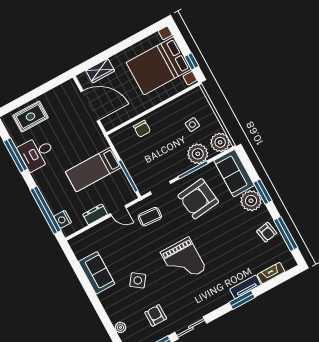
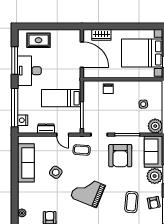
desk: (37, 153) -> (29, 71), width x1.37
plant: (198, 154) -> (136, 126), removed
armchair: (198, 199) -> (120, 156), turned -83
coffee table: (241, 246) -> (131, 202), added
grand piano: (183, 261) -> (88, 191), turned 112
sofa: (97, 273) -> (26, 163), width x1.36
side table: (138, 280) -> (56, 172), moved

